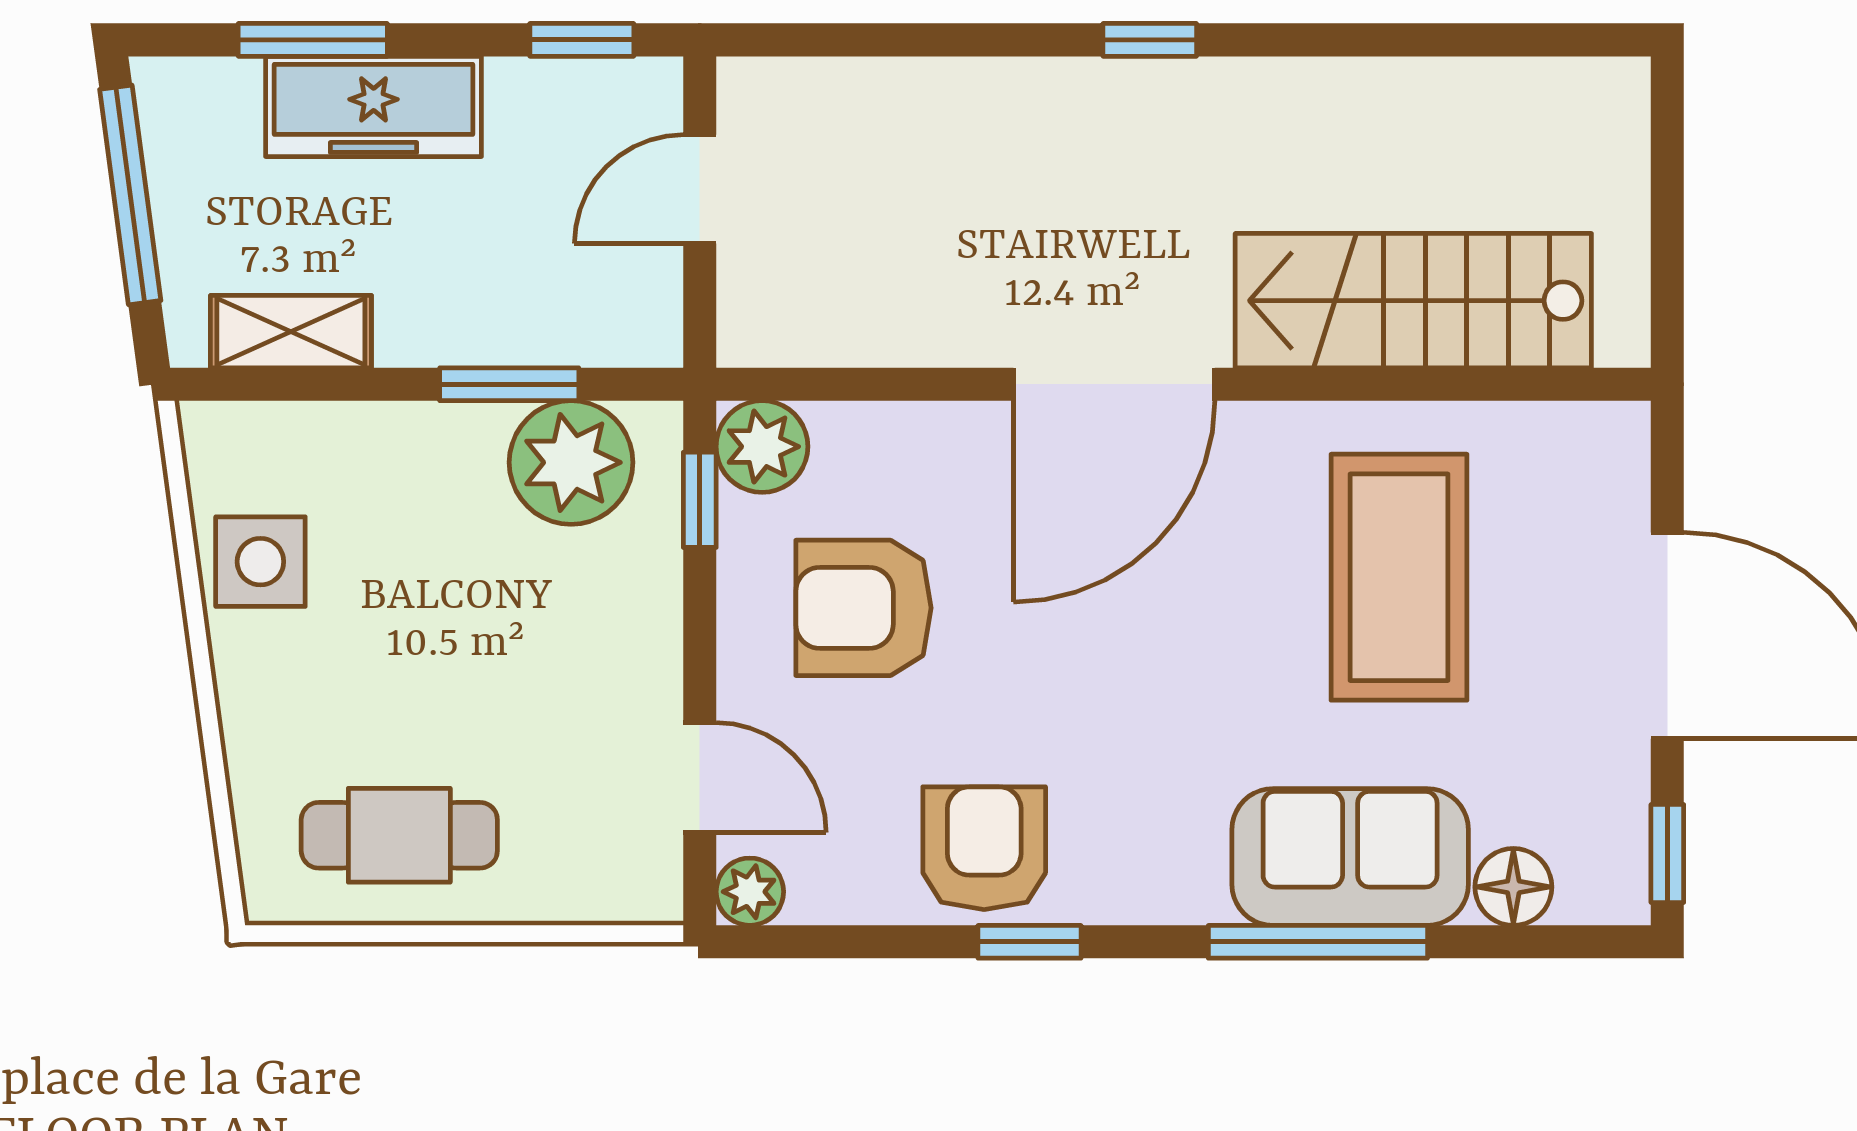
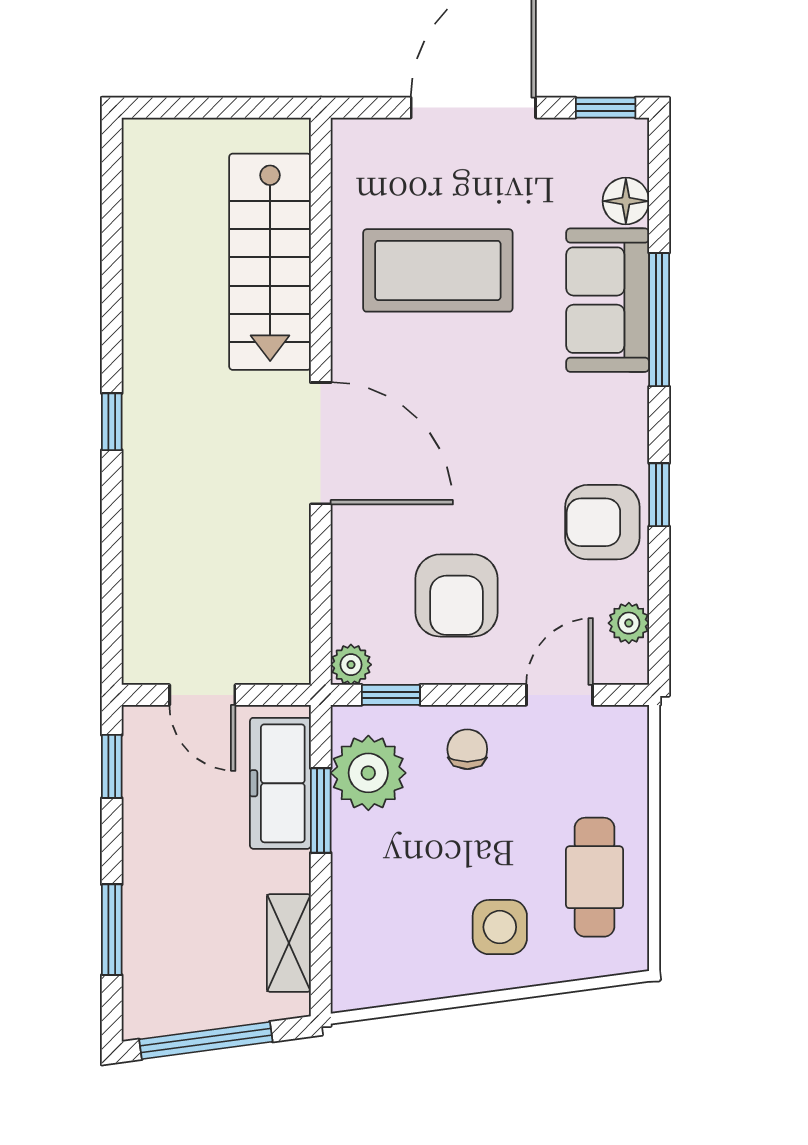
freezer: (374, 106) -> (280, 783), moved, turned 180
plant: (762, 447) -> (351, 665), width x0.73, depth x0.73
side table: (260, 562) -> (500, 927), moved
chair: (610, 626) -> (467, 749), added
plant: (750, 892) -> (629, 623), moved

